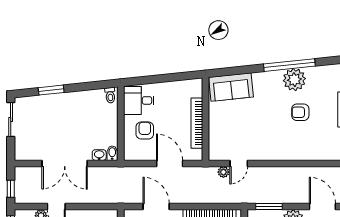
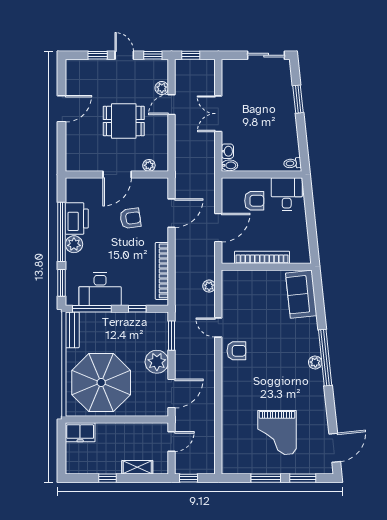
plant: (294, 80) -> (315, 362), width x0.53, depth x0.53
armchair: (300, 112) -> (236, 351), moved, turned 90
double door: (65, 163) -> (218, 114), width x0.73
door: (239, 163) -> (218, 328), moved

